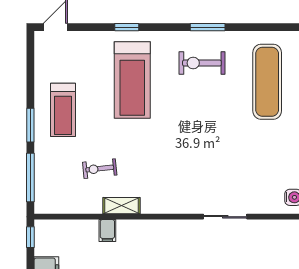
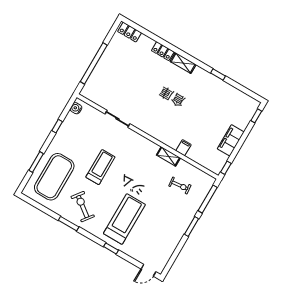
exercise bike: (202, 63) -> (83, 207), turned -143
exercise mat: (267, 82) -> (54, 177), width x1.47
treadmill: (63, 110) -> (100, 167), moved
exercise bike: (100, 169) -> (180, 186), moved

